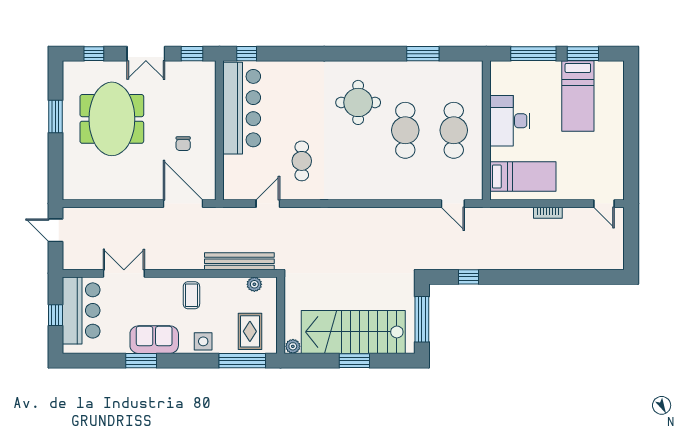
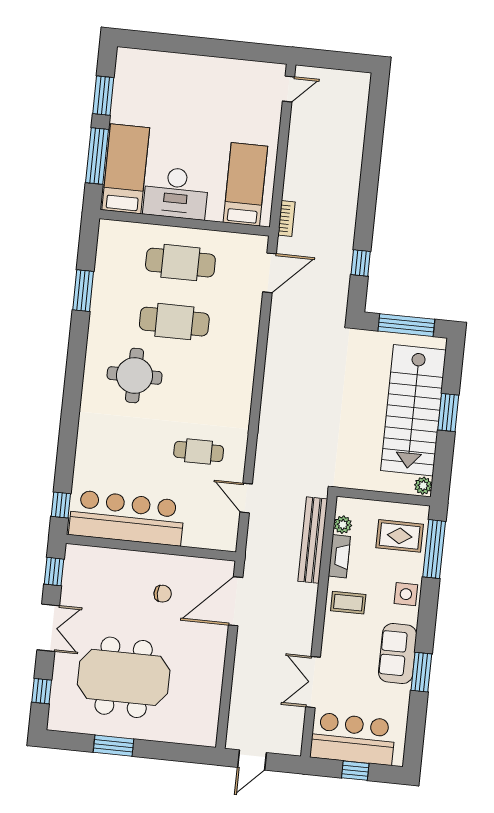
bed: (578, 96) -> (126, 169), moved, turned -90
door: (453, 204) -> (270, 273), width x1.37
bookcase: (548, 213) -> (286, 218), moved
fireplace: (228, 284) -> (339, 556), added

